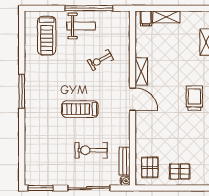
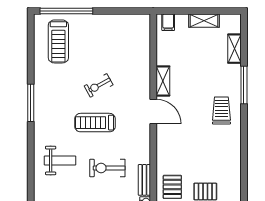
window: (89, 8) -> (66, 11), moved
shelving: (166, 17) -> (204, 21), moved
weight bench: (81, 26) -> (60, 160), moved
exercise bike: (100, 60) -> (99, 85), moved

